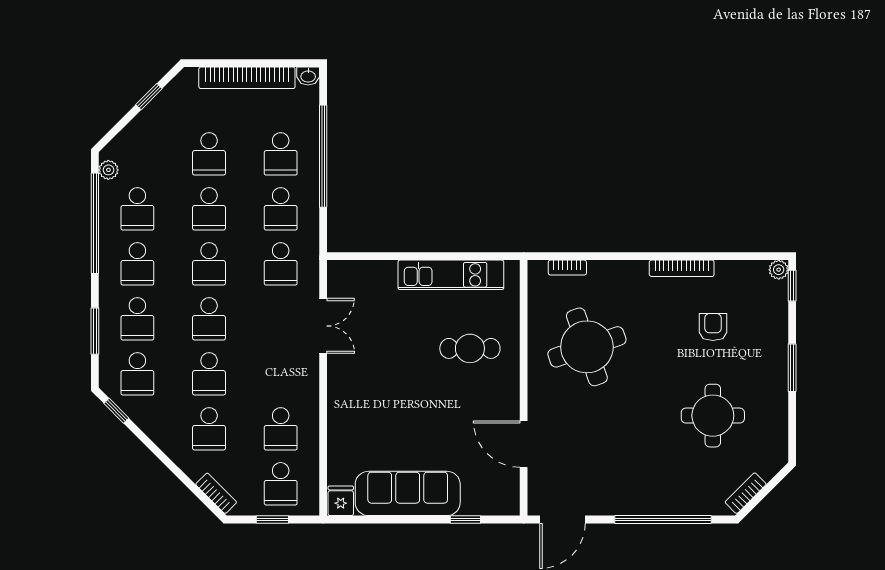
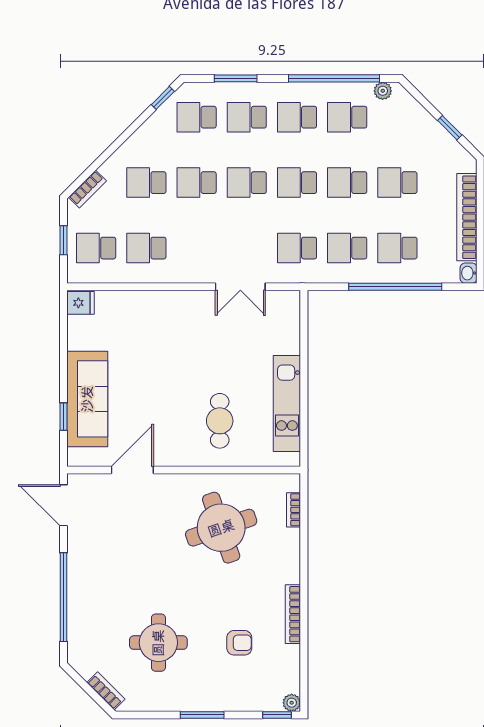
sofa: (408, 493) -> (87, 399), moved
bookcase: (746, 493) -> (106, 691), moved

